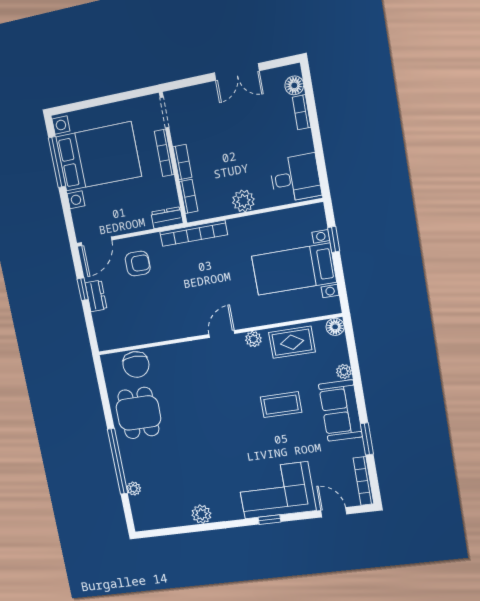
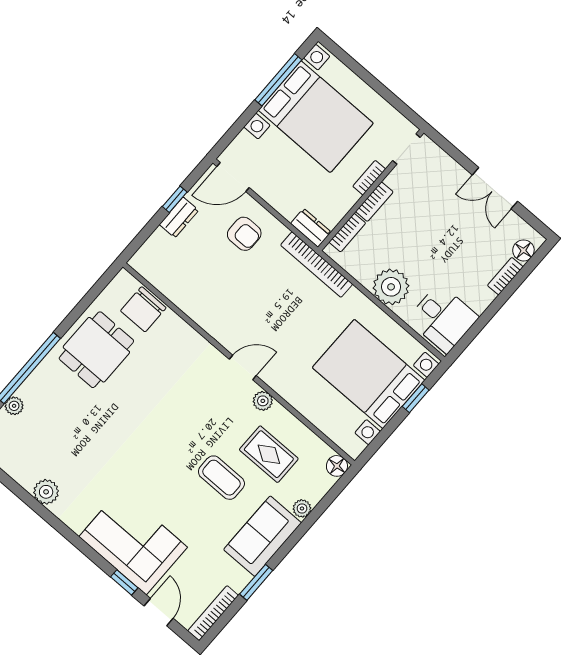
bookcase: (164, 153) -> (369, 178), width x0.64
plant: (243, 201) -> (391, 287), width x1.36, depth x1.36
bed with nightstands: (294, 269) -> (369, 374), width x1.36
rug: (292, 342) -> (269, 454), moved
window: (270, 520) -> (124, 582), moved

